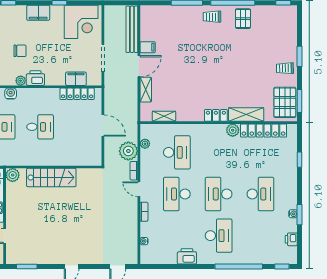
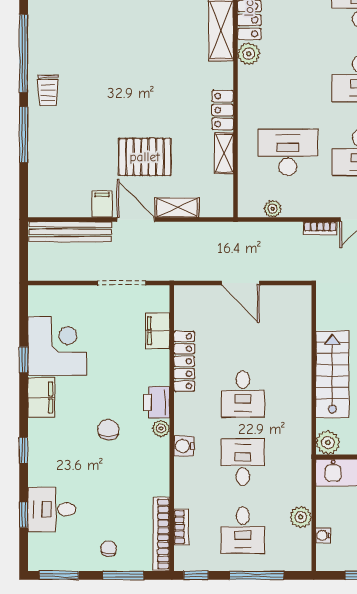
pallet: (243, 19) -> (145, 157), moved, width x1.50, depth x1.42
corner desk: (81, 22) -> (57, 346), moved
locker: (77, 94) -> (184, 361), moved
locker: (216, 115) -> (223, 110), moved
shelving: (164, 116) -> (224, 153), moved
door: (103, 126) -> (240, 283), swing flipped
desk: (40, 127) -> (243, 394), turned 180
plant: (128, 151) -> (285, 238), removed

